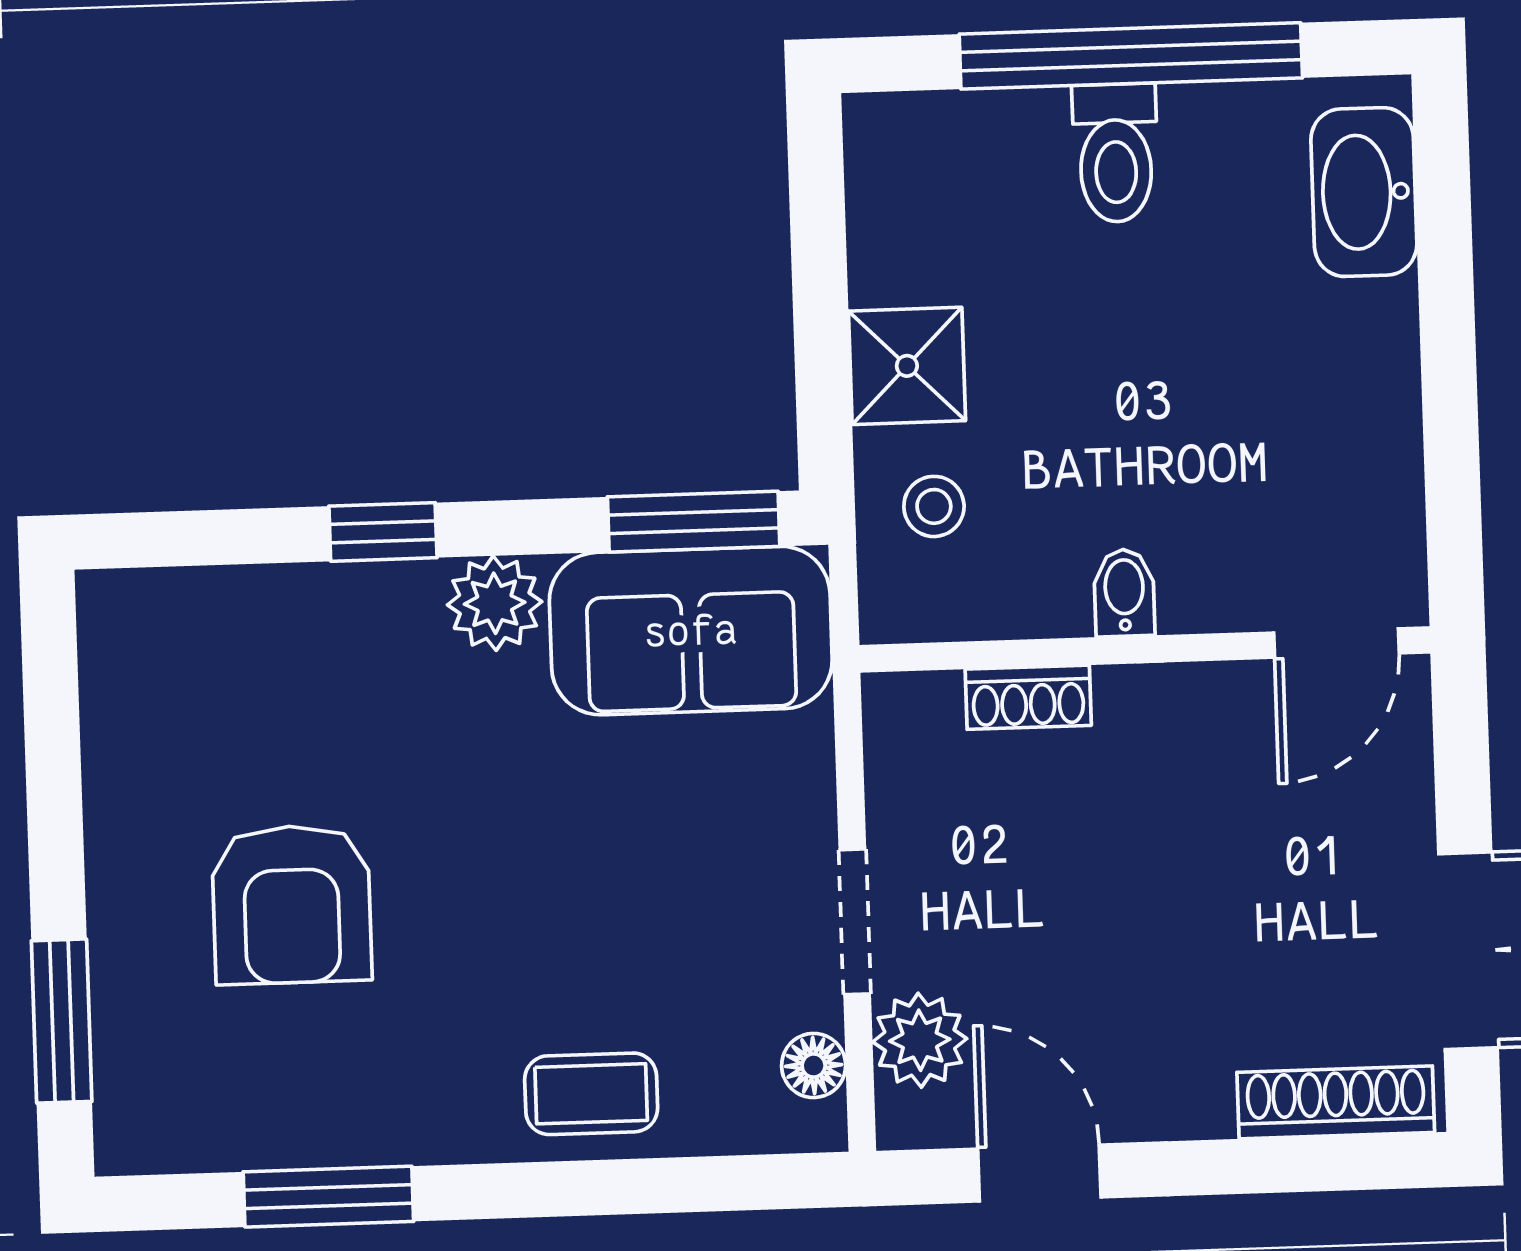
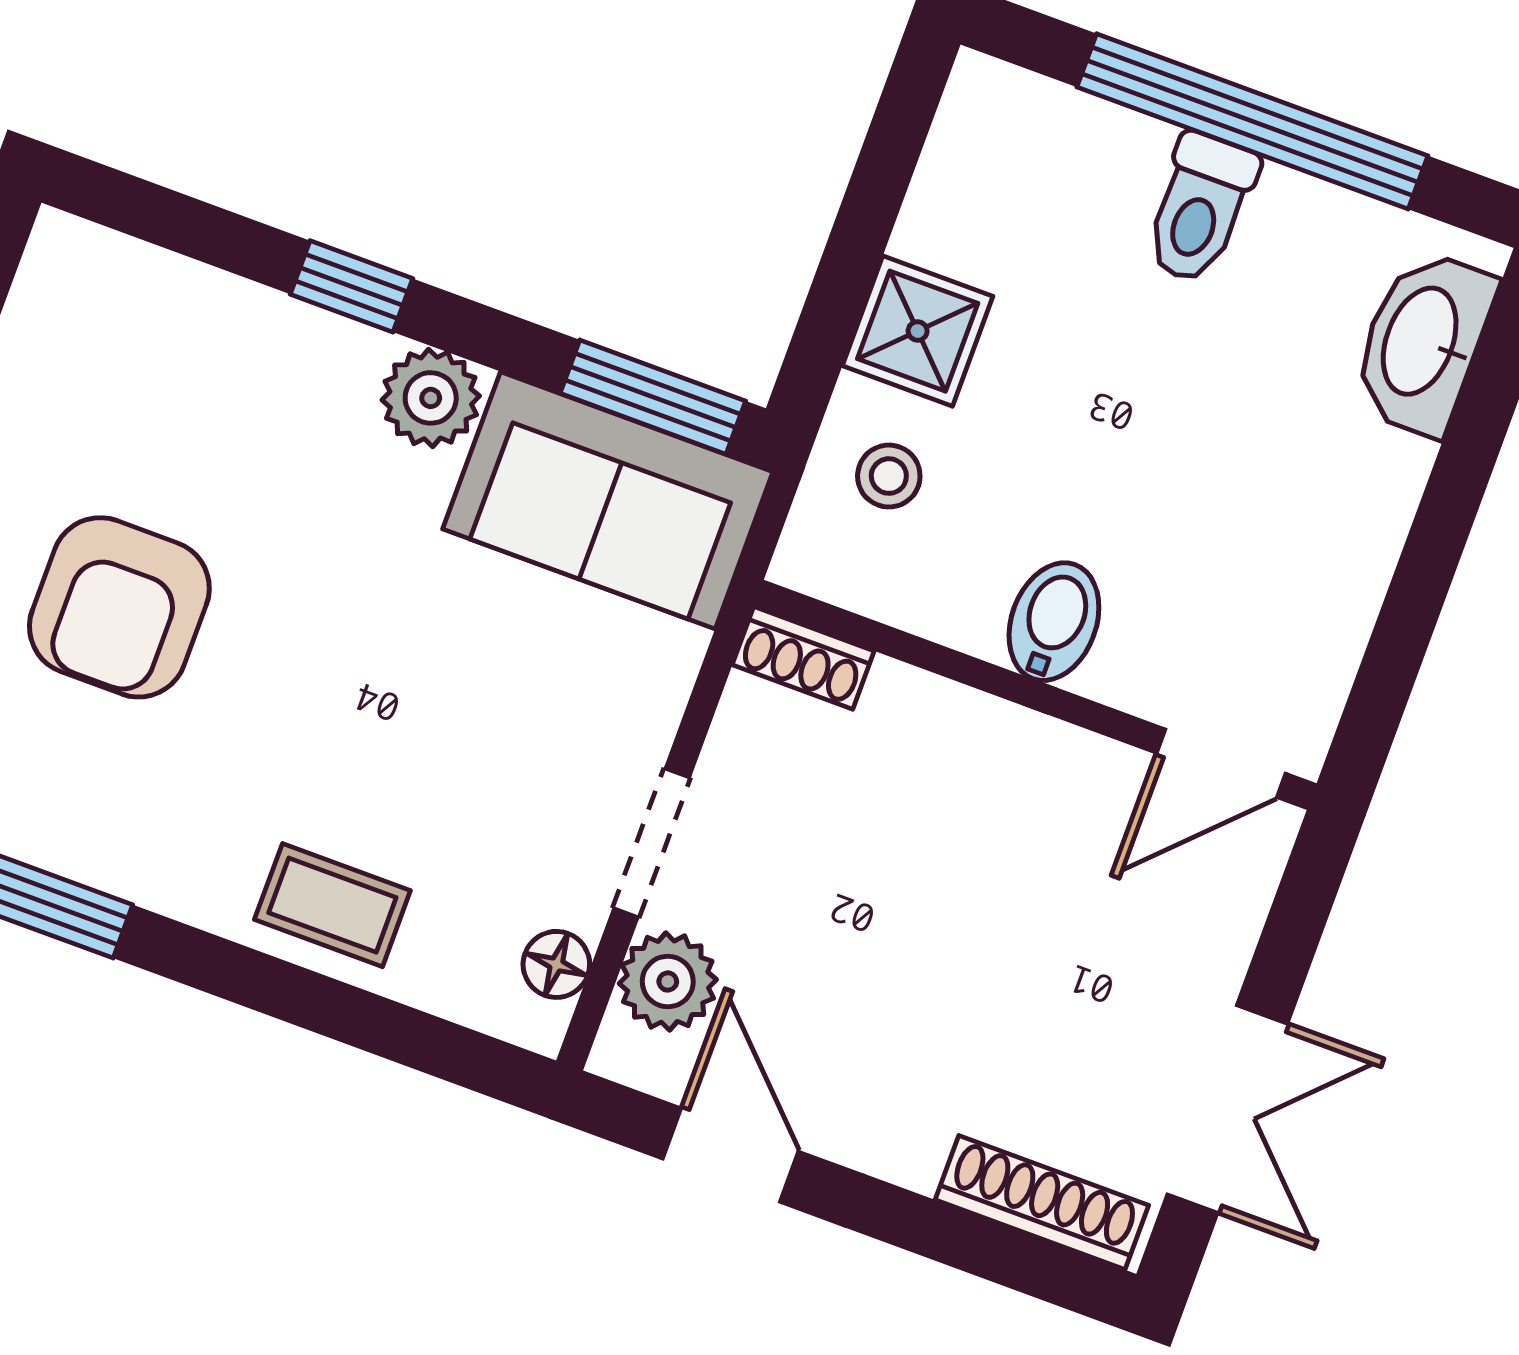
bidet: (1124, 593) -> (1054, 622), width x1.38, depth x1.36
shoe rack: (1028, 697) -> (803, 658), moved

